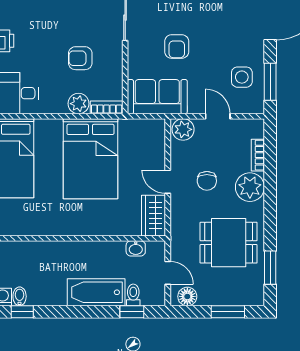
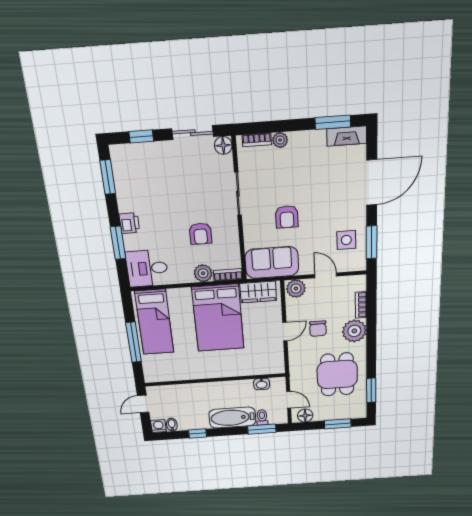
armchair: (80, 58) -> (201, 234), turned -90
door: (168, 182) -> (285, 332), swing flipped
wardrobe: (154, 216) -> (258, 292), moved, turned -90
dining table: (229, 243) -> (337, 374), turned 90
window: (22, 312) -> (198, 434), moved
window: (132, 312) -> (262, 429), width x1.50

